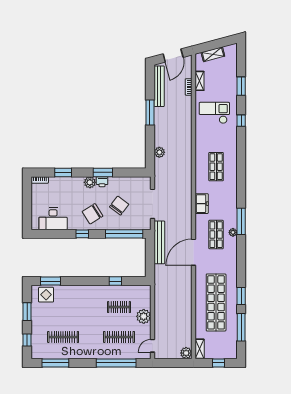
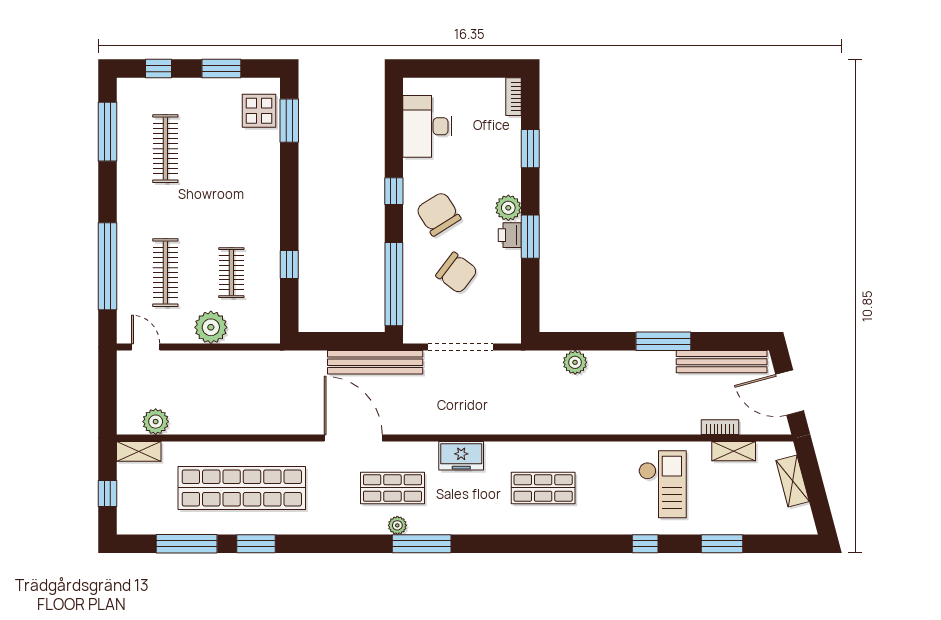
plant: (186, 353) -> (156, 422), moved

